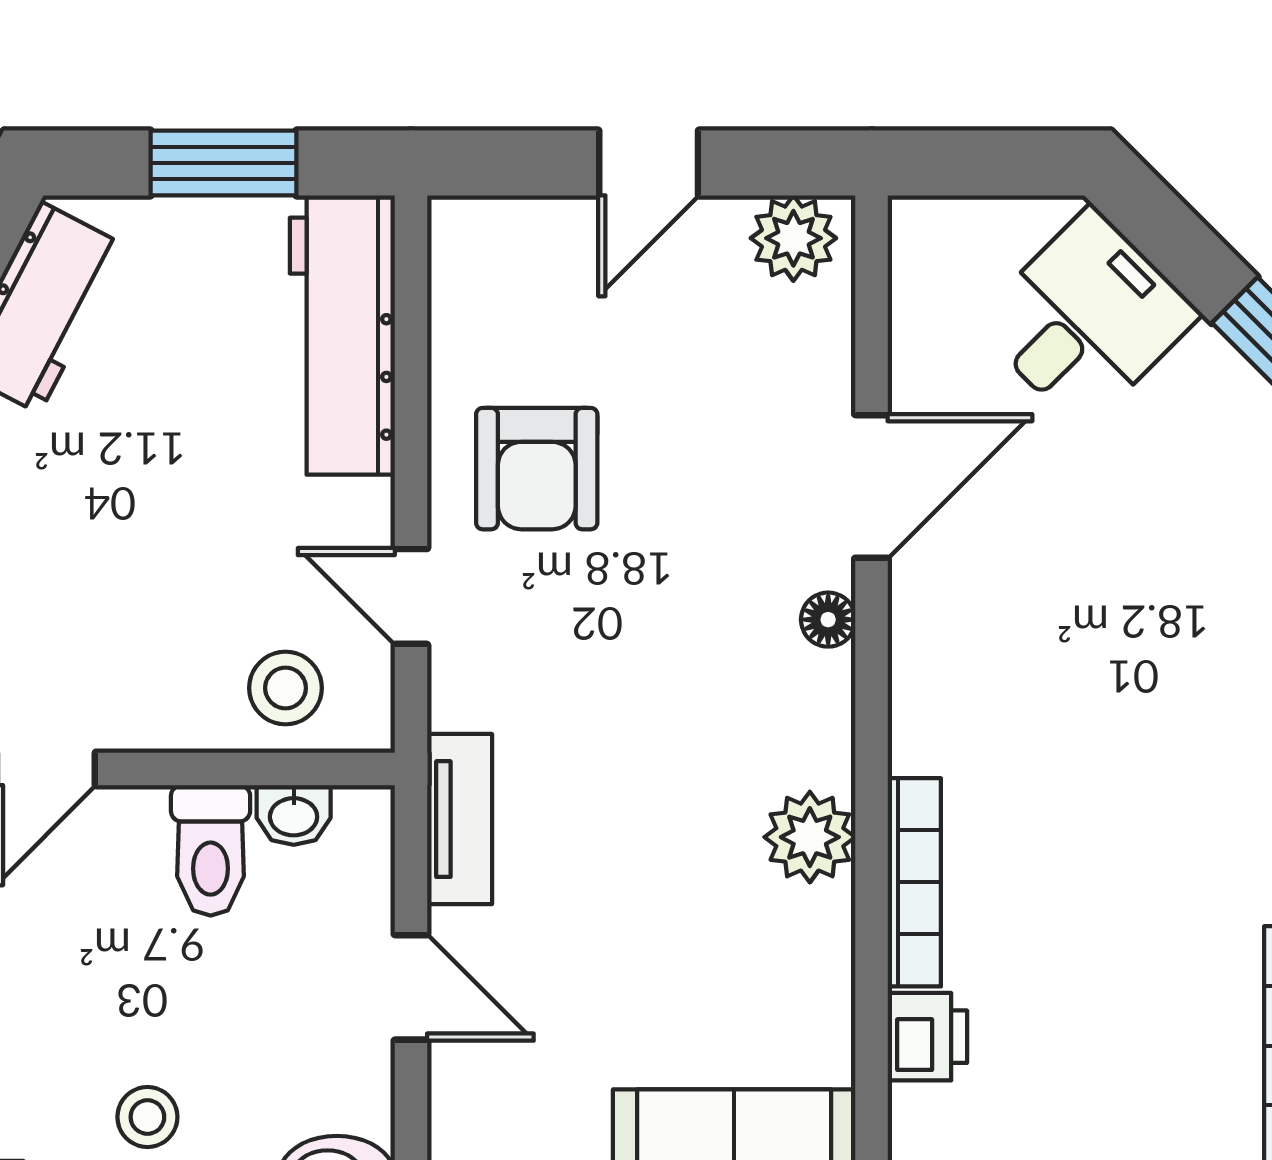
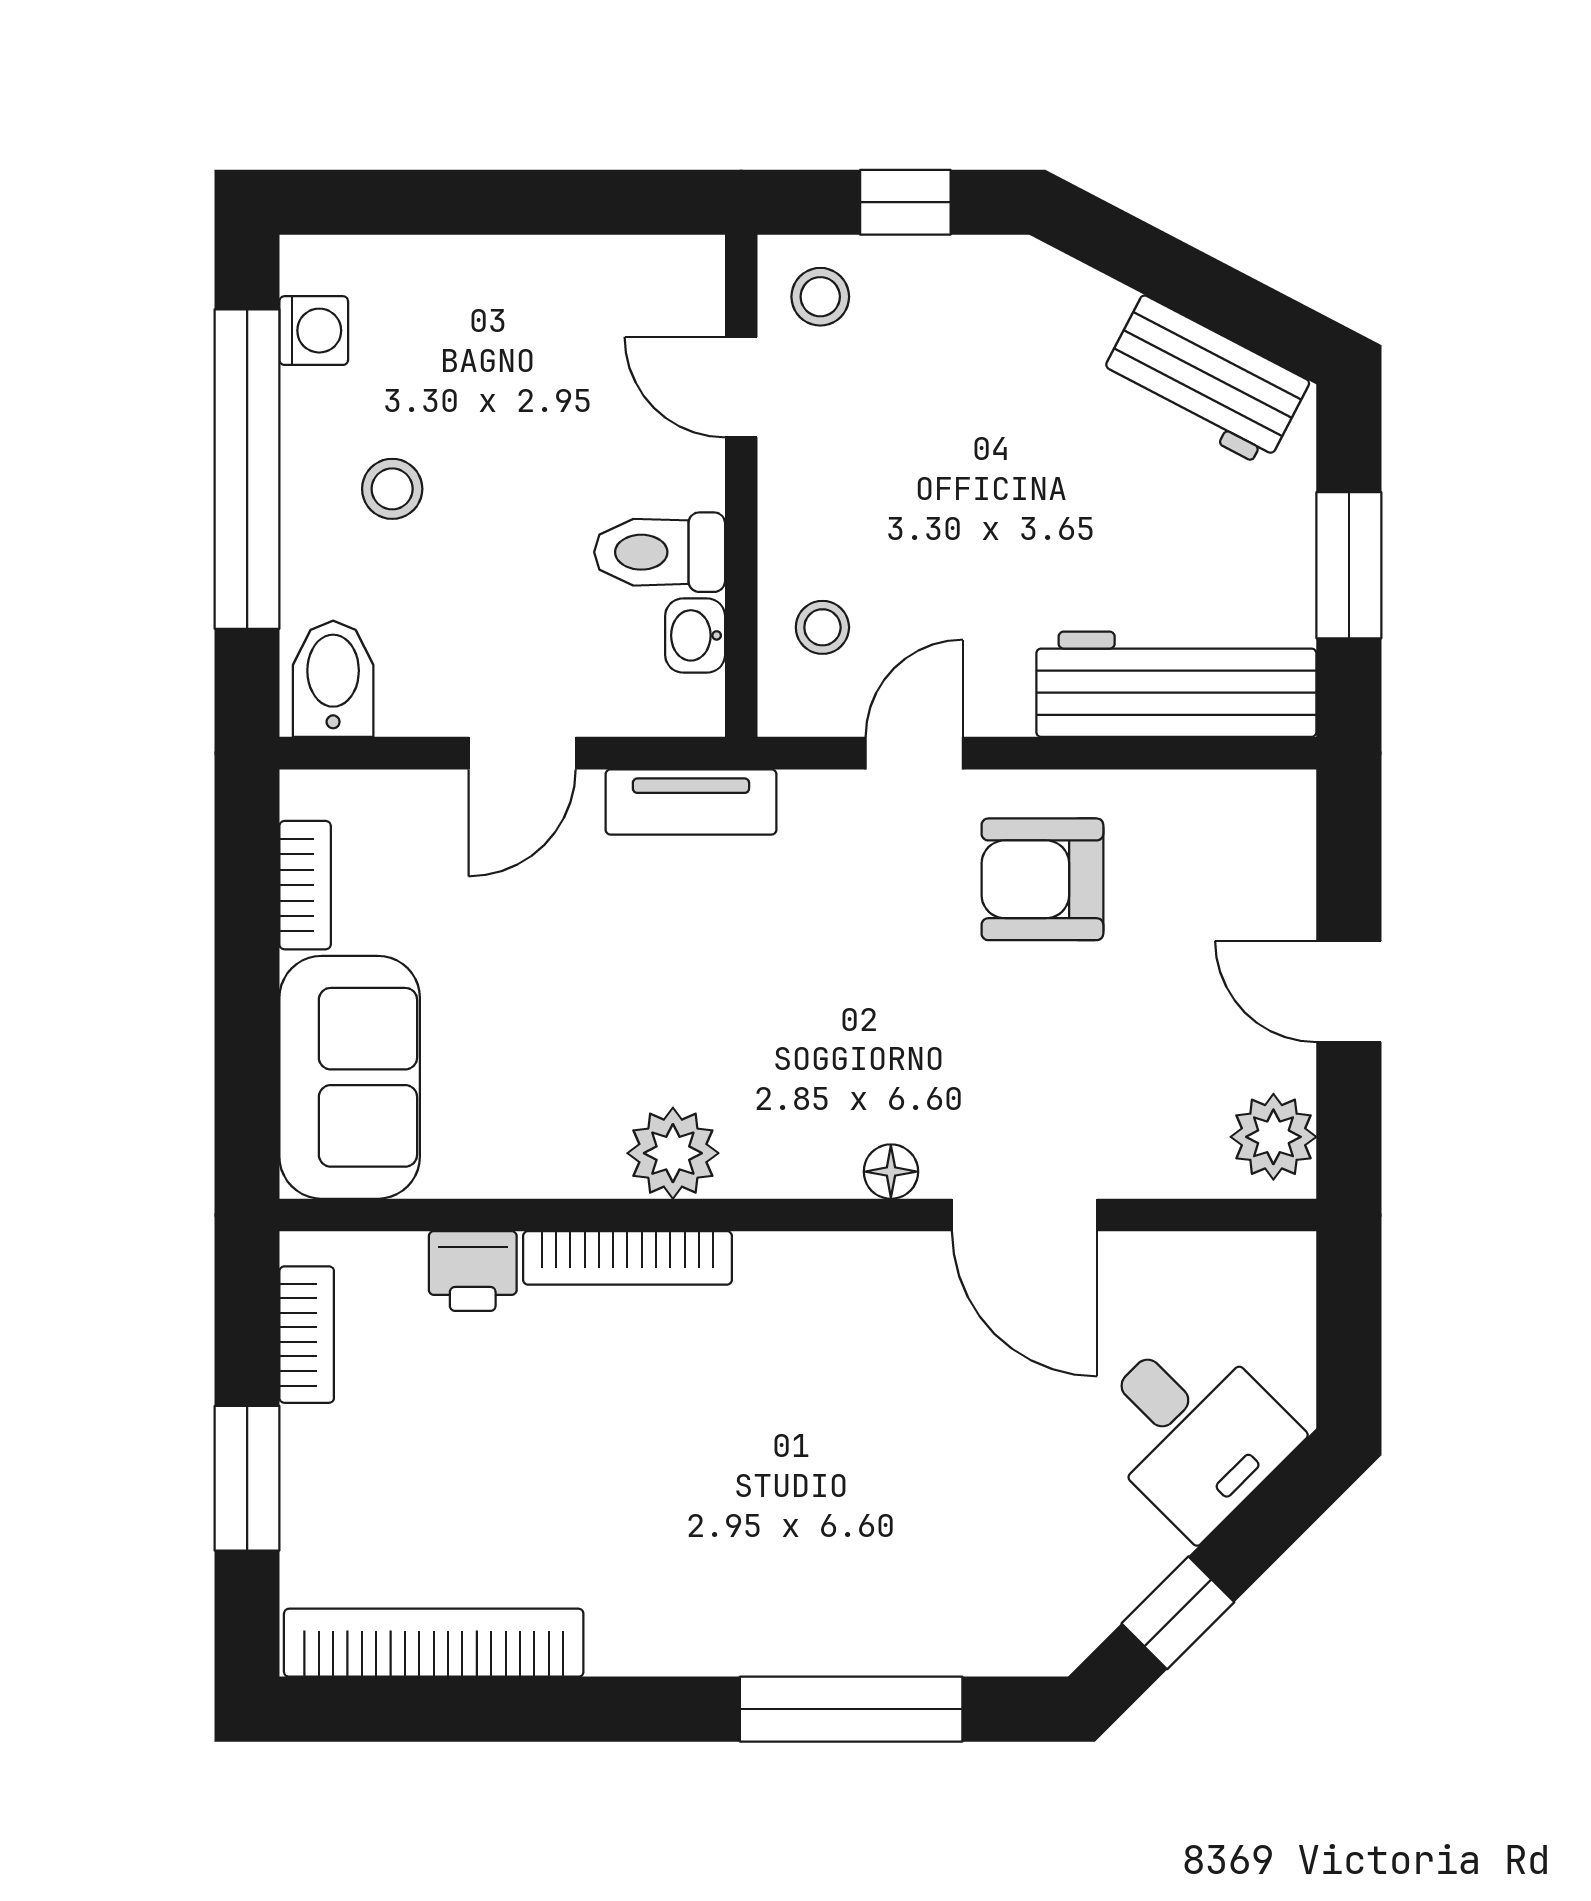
stool: (285, 688) -> (822, 627), width x0.73, depth x0.73

